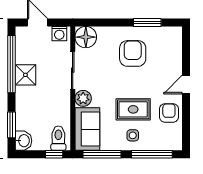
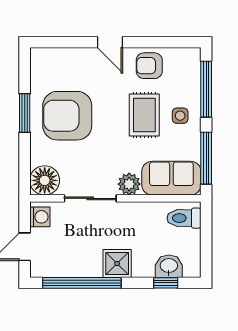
window: (147, 22) -> (25, 113), moved
armchair: (133, 53) -> (67, 116), width x1.36, depth x1.36
shower: (25, 75) -> (117, 264), moved
window: (11, 125) -> (166, 283), width x0.67
washbasin: (23, 141) -> (169, 266), moved
window: (54, 154) -> (206, 224), removed

